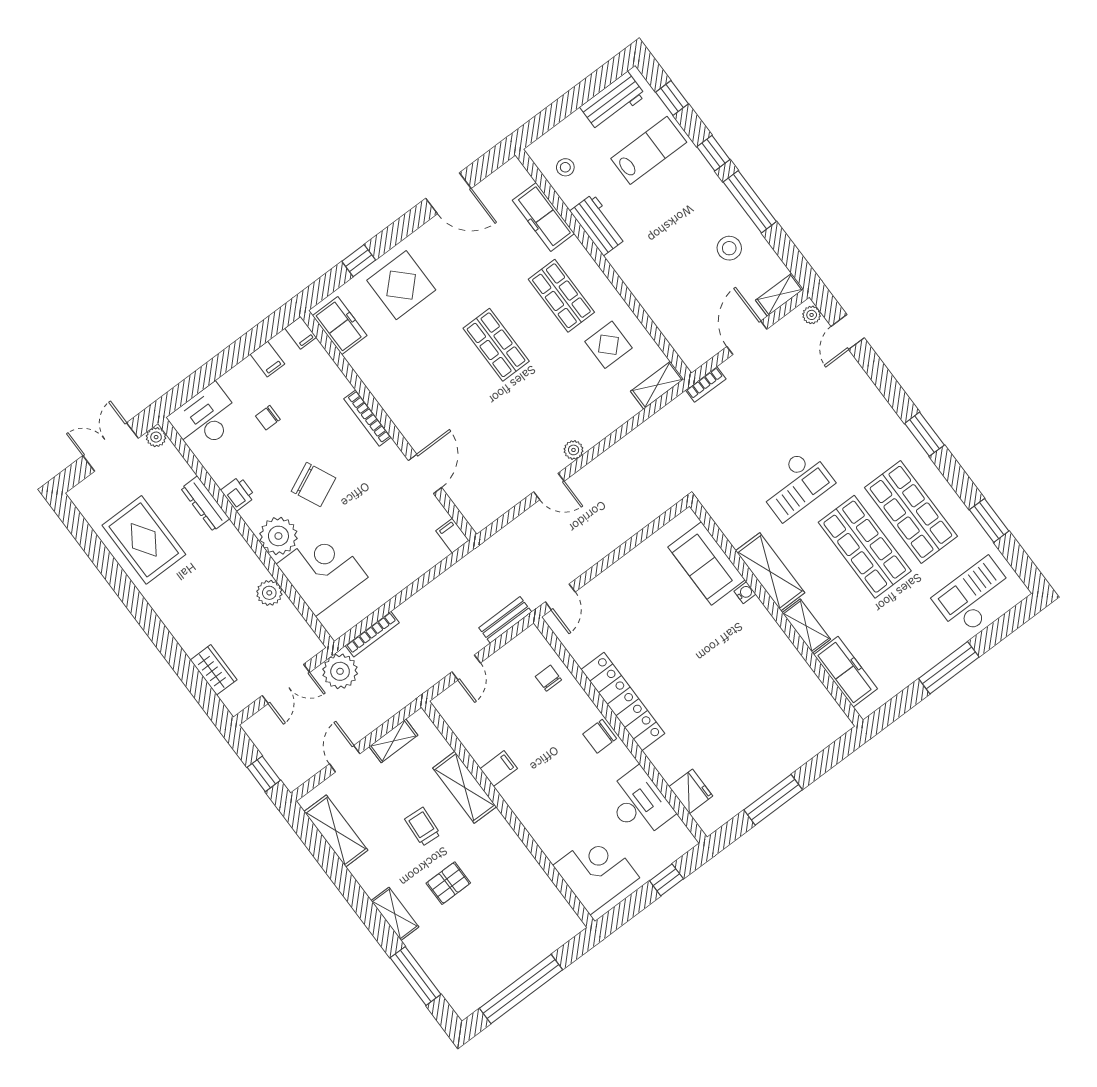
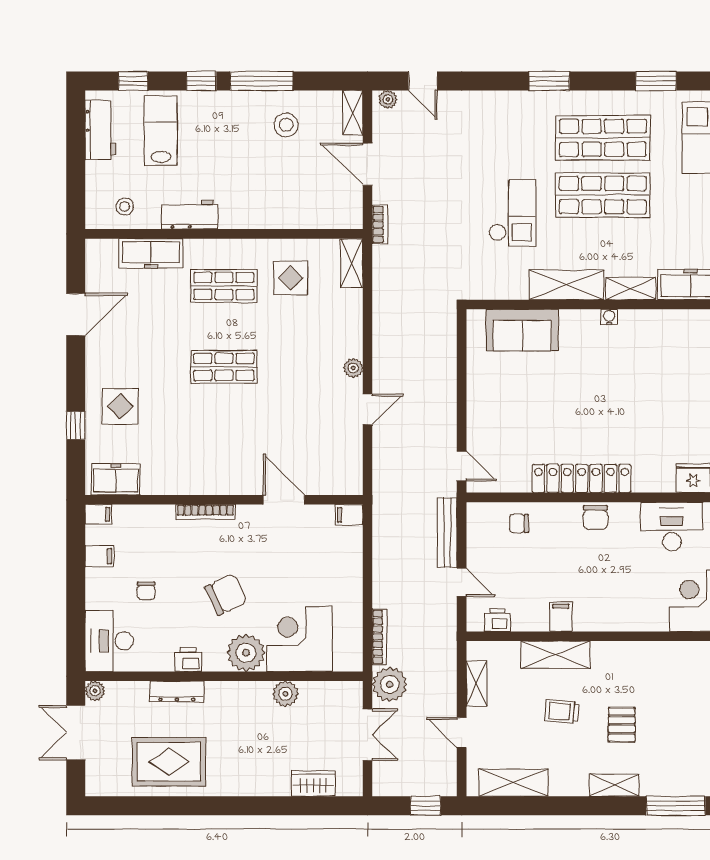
display table: (401, 285) -> (120, 406), width x0.73, depth x0.73
water cooler: (745, 593) -> (609, 317), moved
bench: (505, 620) -> (447, 532), width x1.36
printer: (457, 719) -> (497, 620), added

